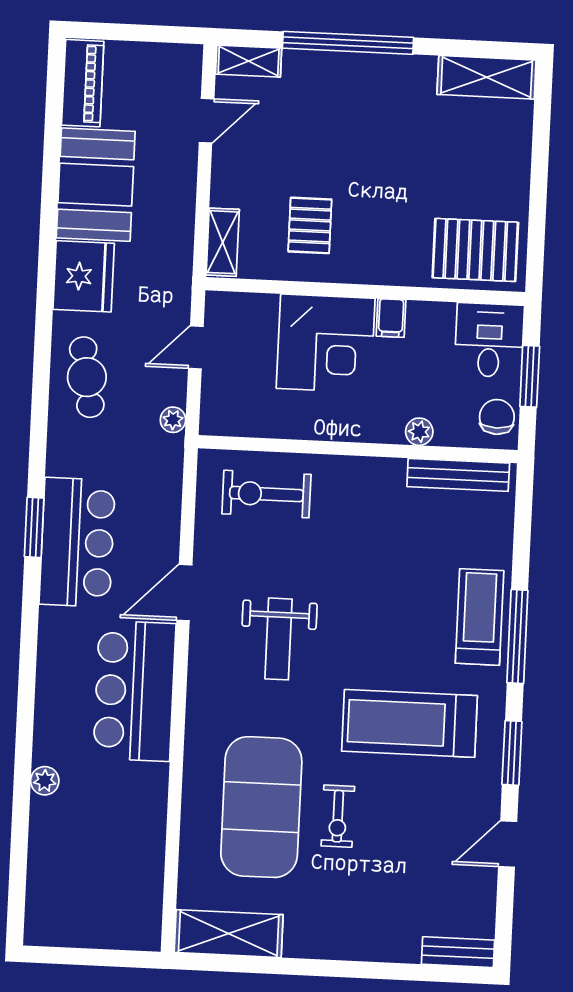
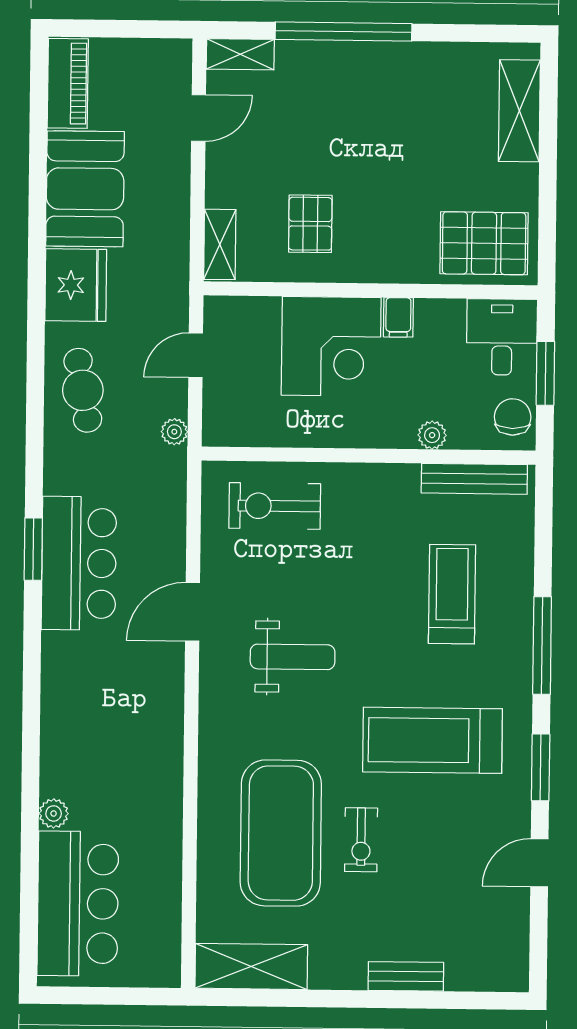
shelving: (487, 77) -> (519, 111), moved, turned 90
treadmill: (480, 617) -> (452, 594), moved
weight bench: (278, 639) -> (293, 657), turned -90
bar counter: (134, 691) -> (78, 904), moved, turned 180
bench: (458, 952) -> (406, 976), moved

